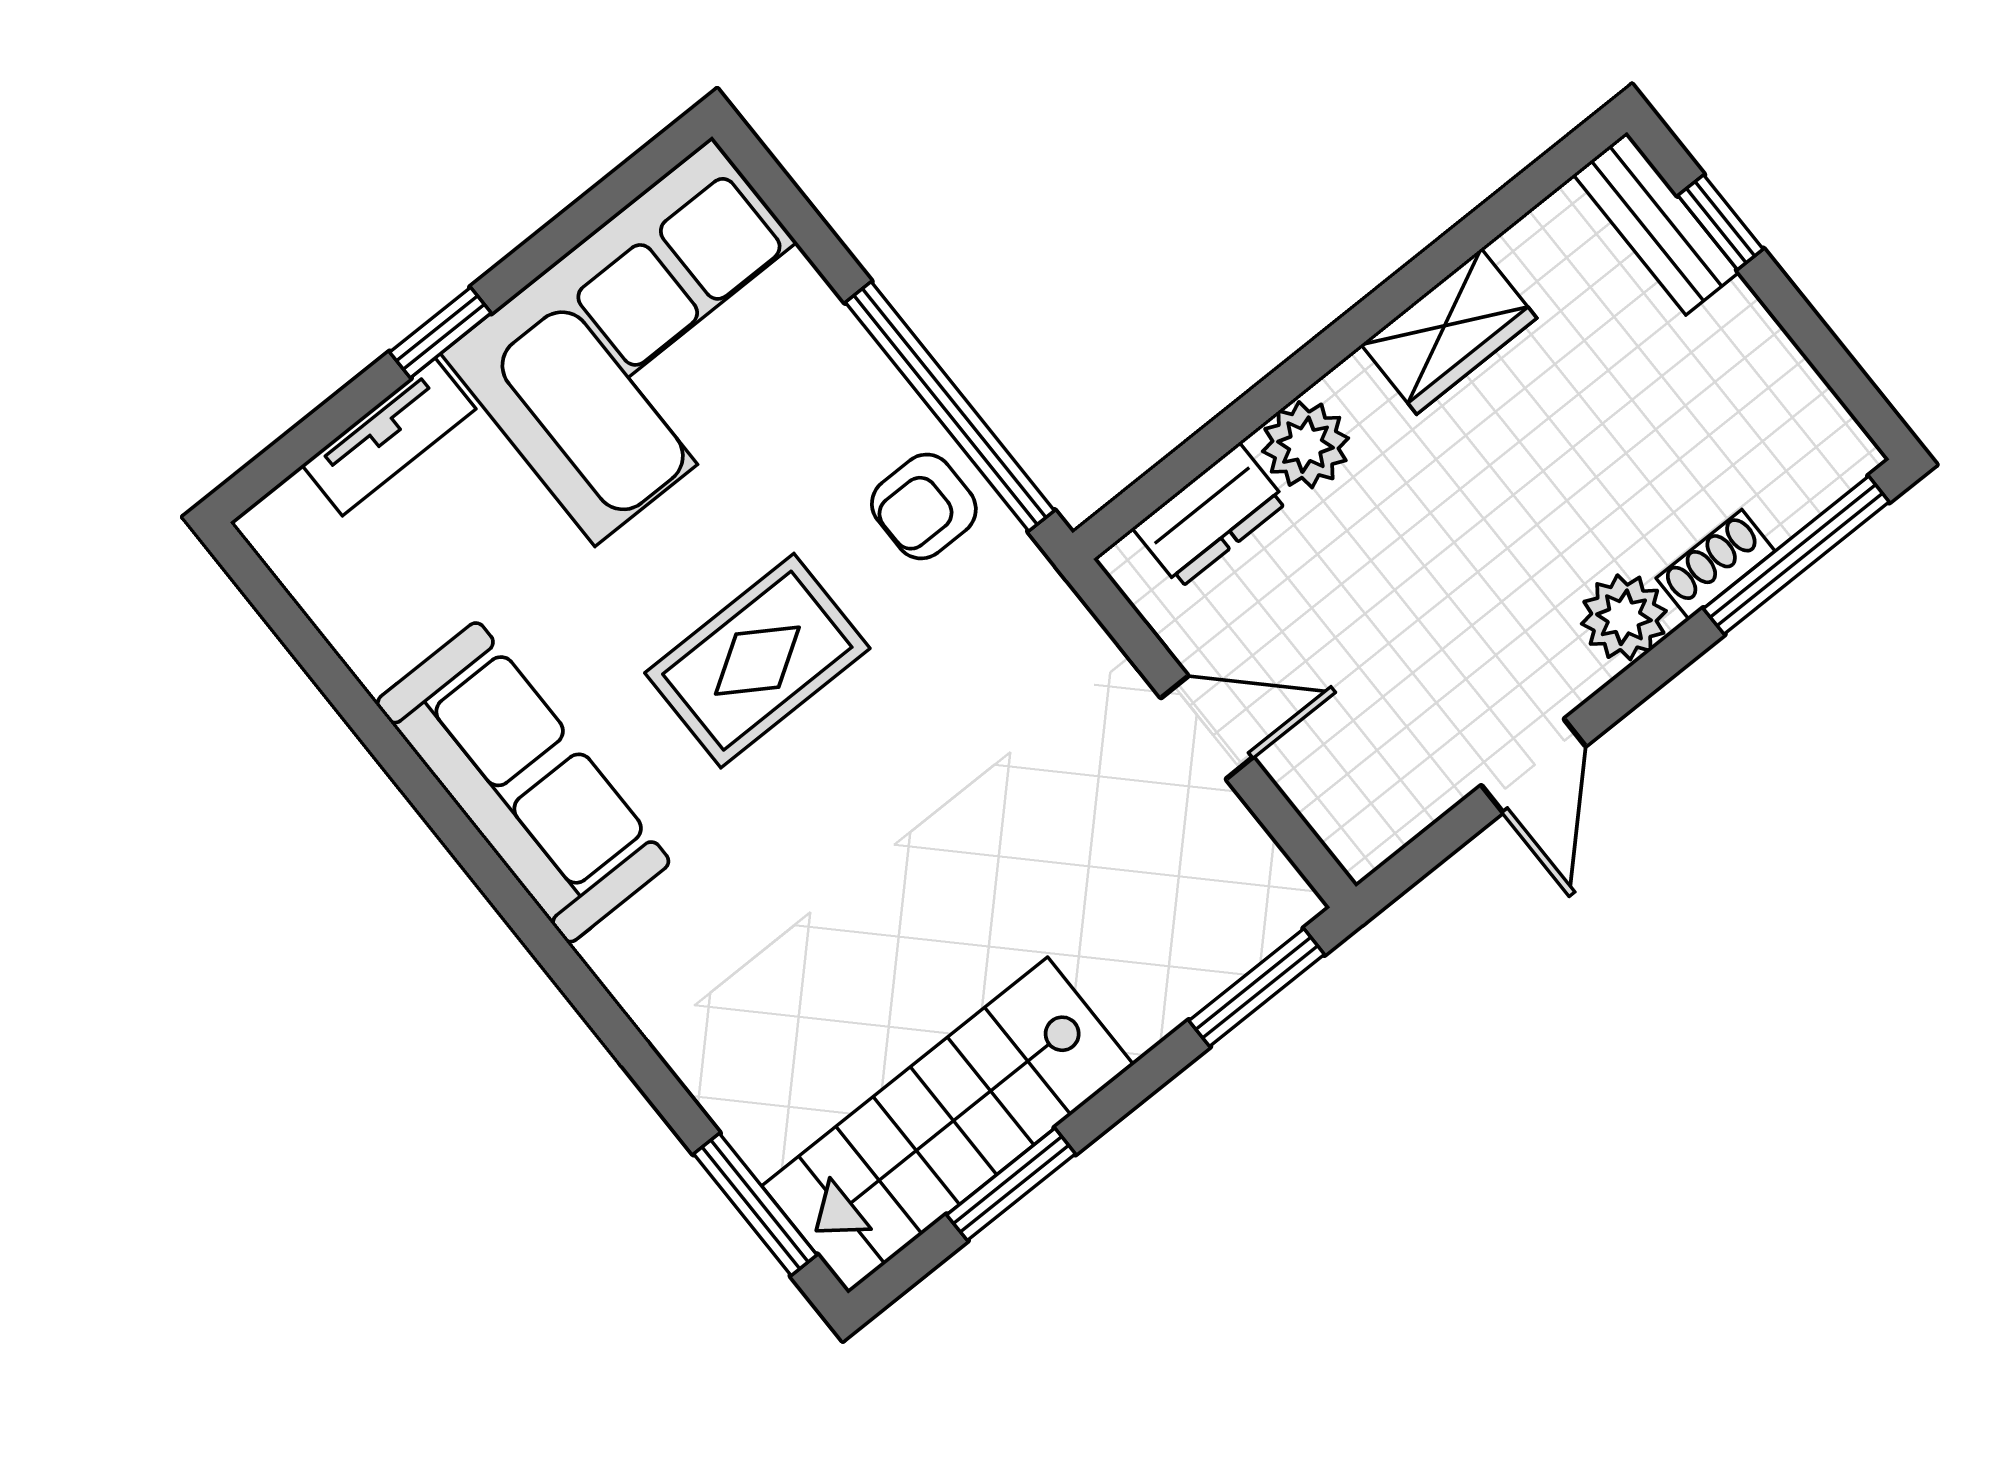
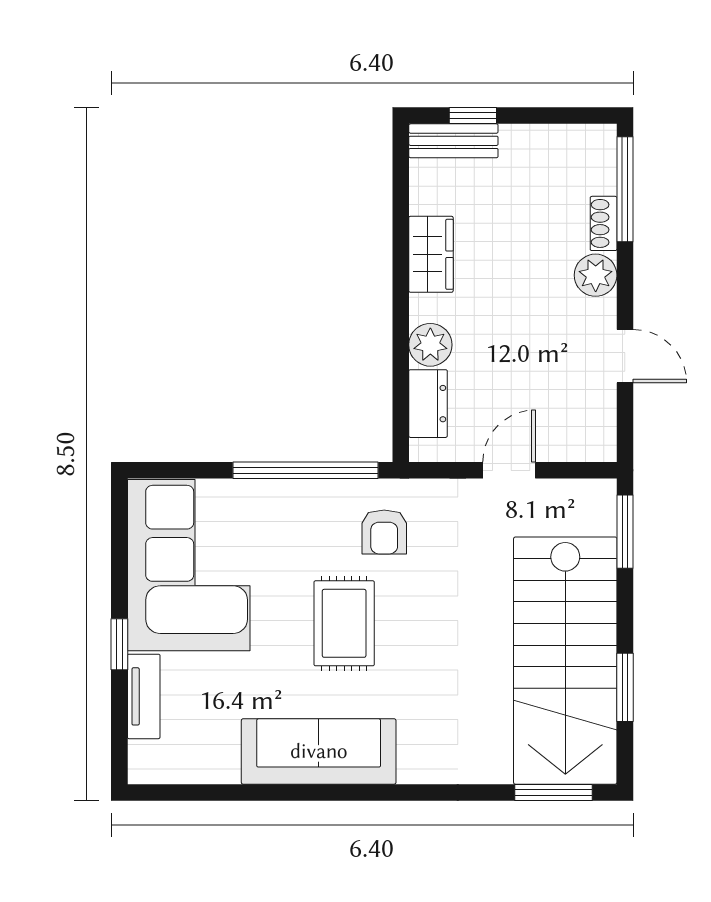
armchair: (924, 506) -> (384, 532), moved
stairs: (948, 1125) -> (565, 661), width x1.36, depth x1.51

